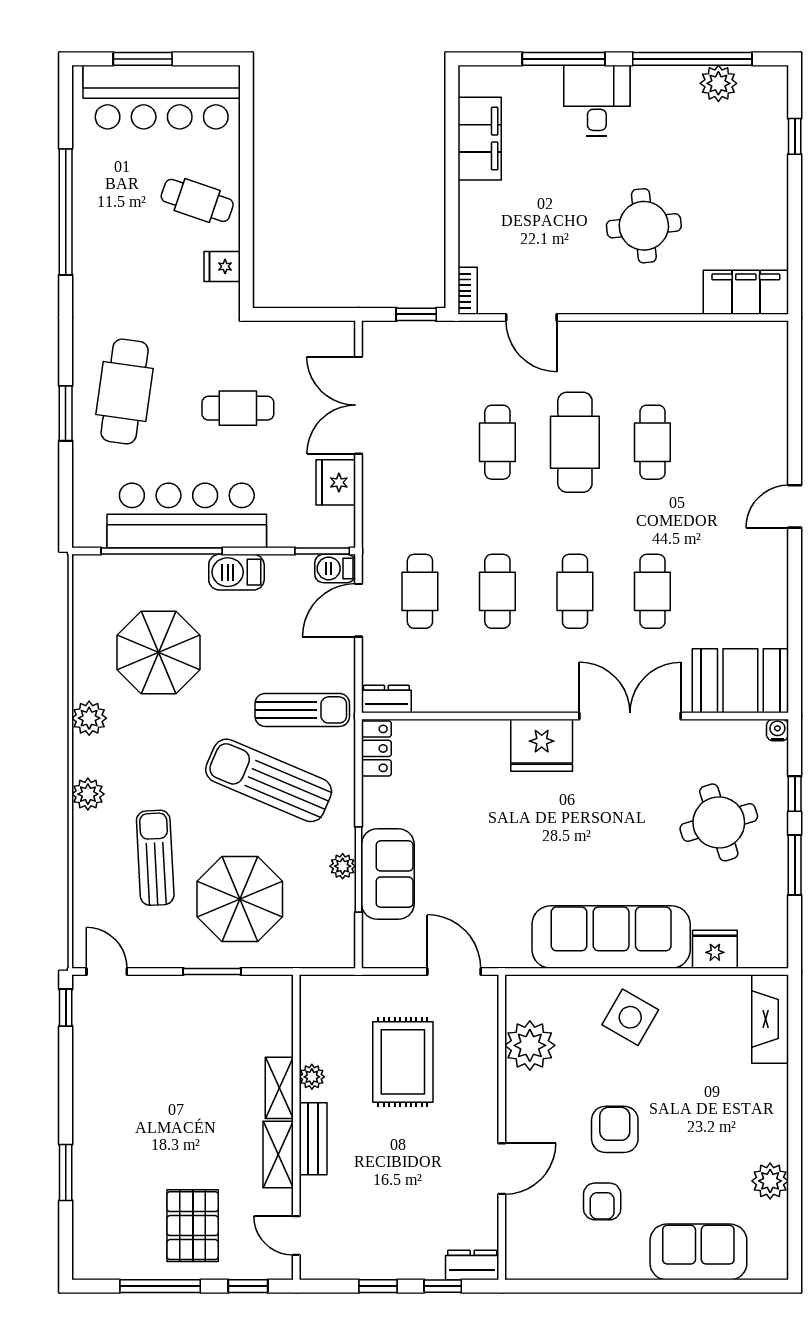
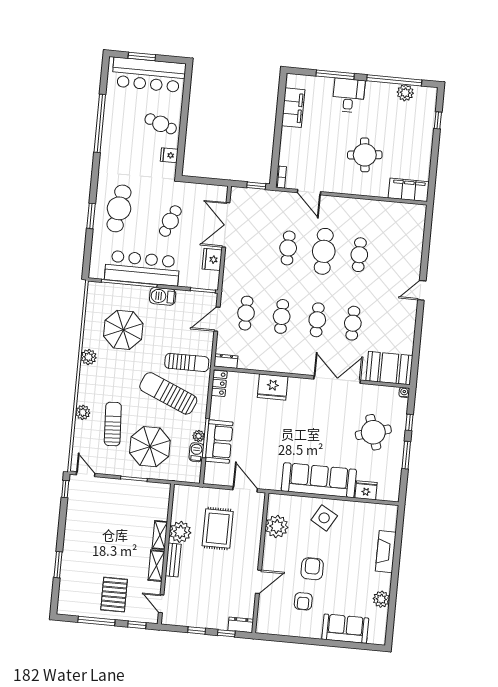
cafe table: (238, 408) -> (170, 221), turned -68
barbecue: (335, 568) -> (196, 452), moved, turned 90
fridge: (542, 745) -> (273, 387), moved
plant: (88, 794) -> (83, 412), moved
fireplace: (770, 1019) -> (386, 552), moved
plant: (312, 1077) -> (180, 532), width x1.87, depth x1.87

